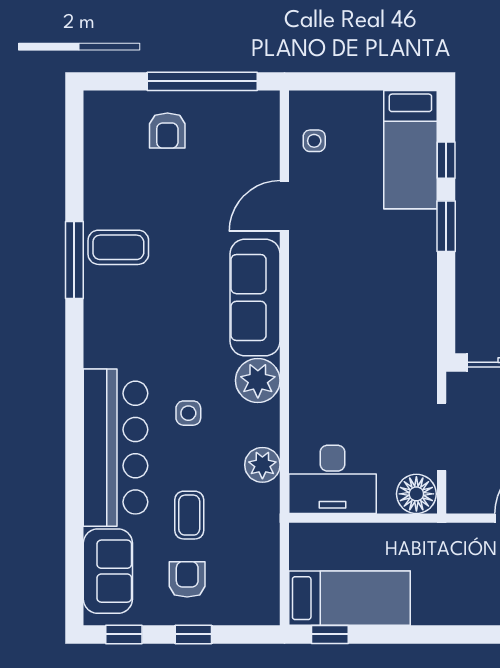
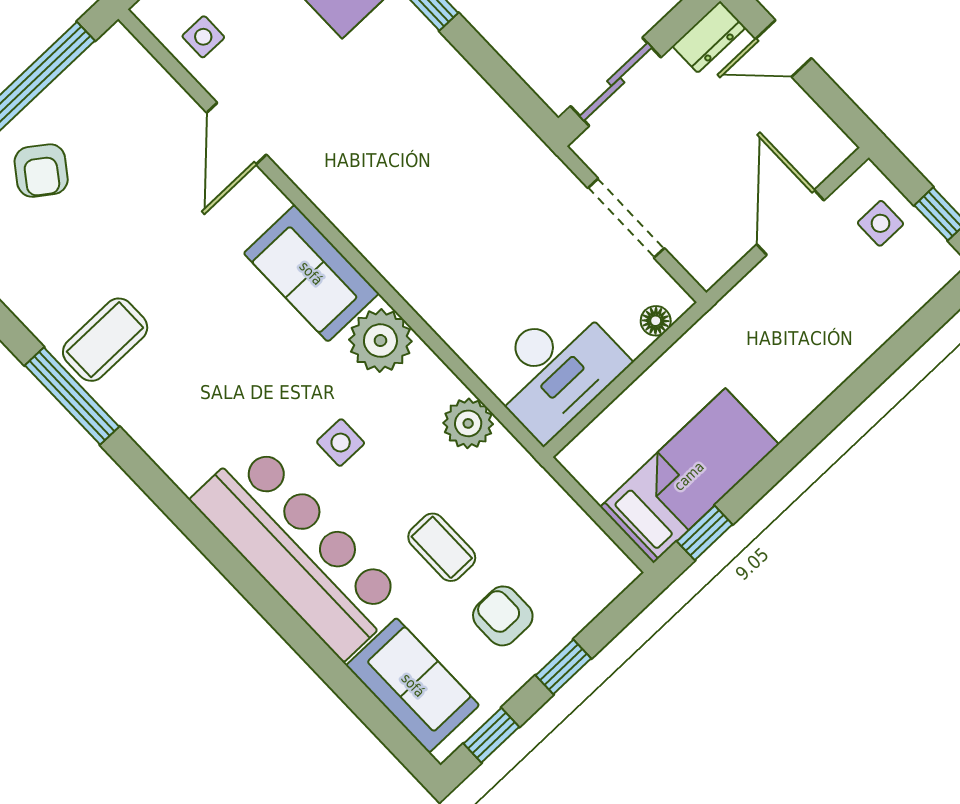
armchair: (167, 131) -> (41, 171), turned 36
sofa: (255, 297) -> (311, 273), width x0.73
floor lamp: (416, 494) -> (656, 321), width x0.53, depth x0.53

